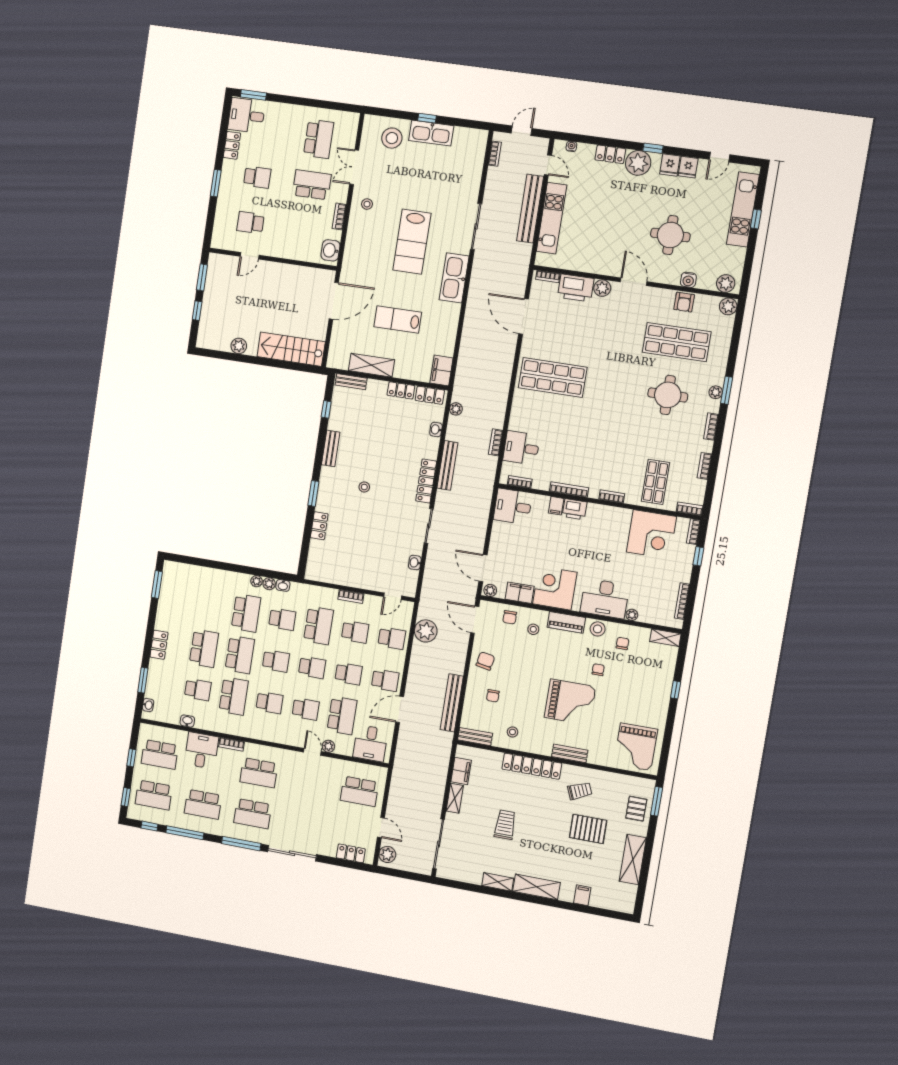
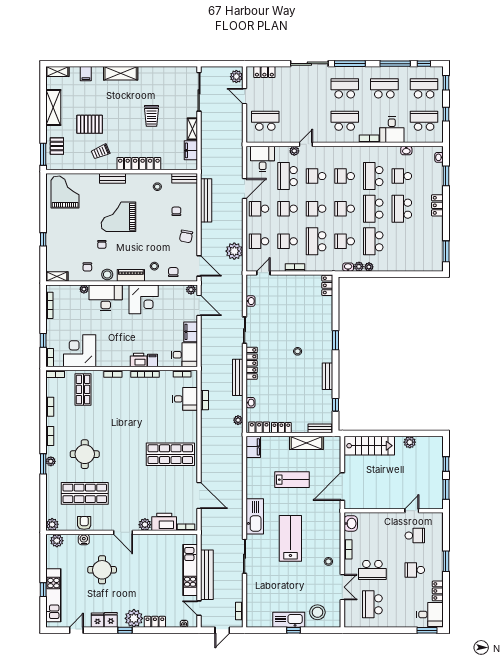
locker: (319, 526) -> (327, 285), moved
filing cabinet: (520, 593) -> (191, 332), moved, turned 90
door: (312, 752) -> (306, 144), swing flipped
shelving: (498, 882) -> (57, 72), moved

